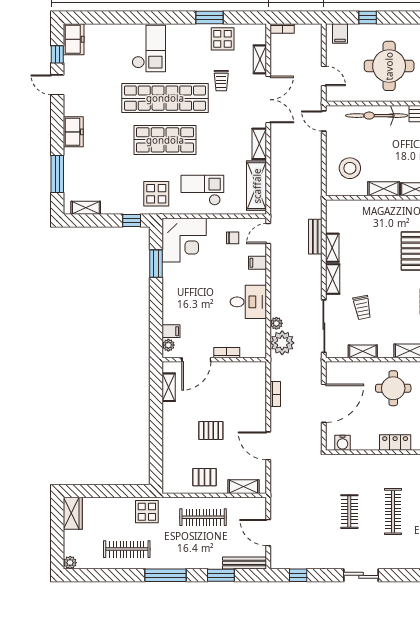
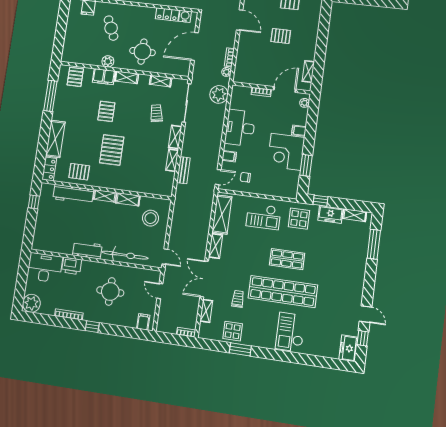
window: (368, 18) -> (92, 327), moved
round table: (389, 66) -> (110, 291), width x0.73, depth x0.73
freezer: (73, 132) -> (330, 214), moved, turned -90
shop shelf: (165, 140) -> (287, 259), width x0.70, depth x0.74
corner desk: (184, 240) -> (286, 152), moved, turned -90
desk: (248, 302) -> (240, 128), width x1.37
plant: (276, 323) -> (226, 72), moved
filing cabinet: (171, 331) -> (299, 131), moved
locker: (395, 443) -> (167, 15), moved

